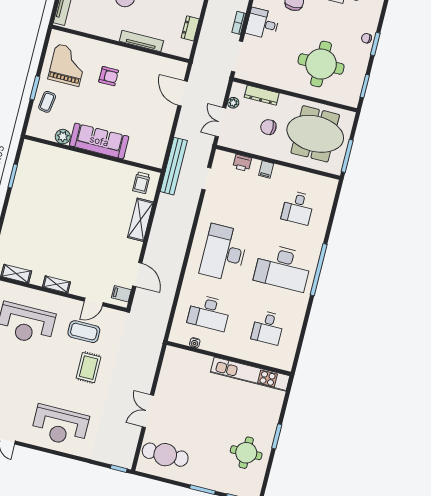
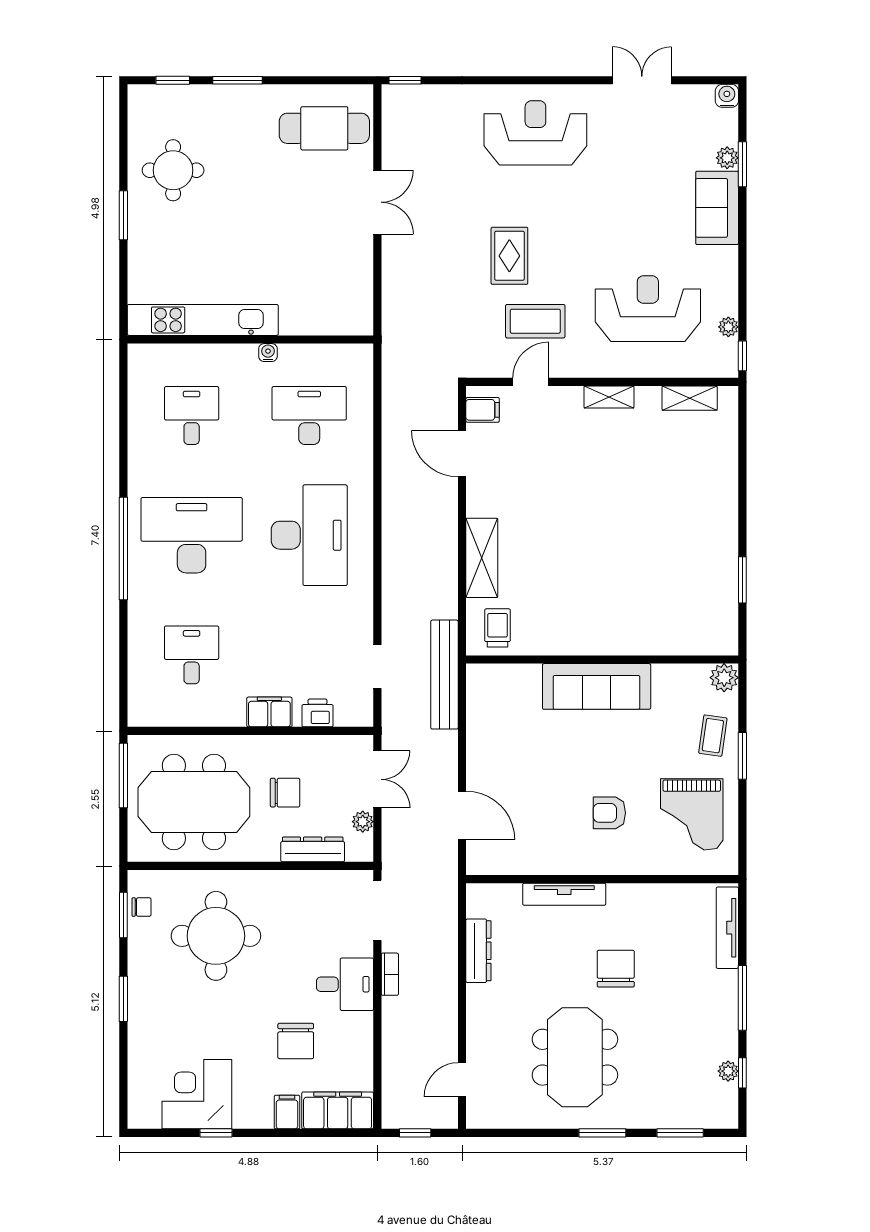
dresser: (190, 28) -> (478, 951), width x1.44
chair: (367, 38) -> (141, 907), moved
plant: (63, 137) -> (724, 678), moved
filing cabinet: (266, 169) -> (269, 712), width x2.00
water cooler: (195, 343) -> (268, 353), moved

